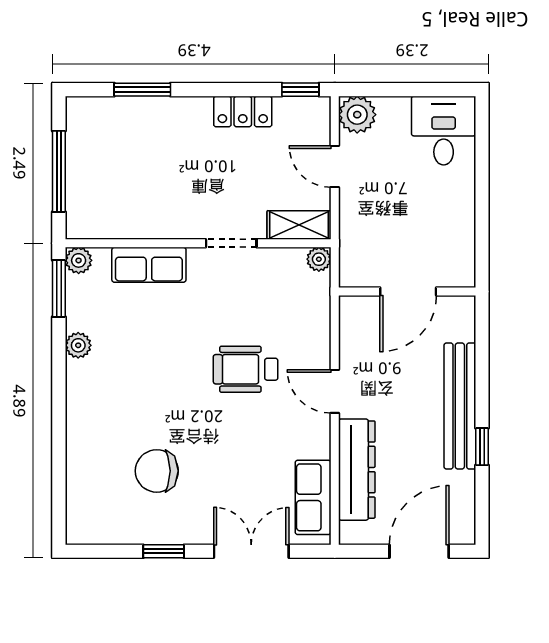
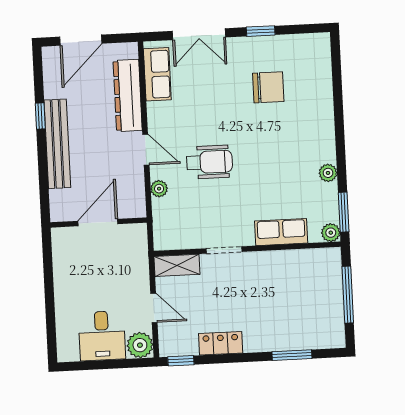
desk: (444, 131) -> (102, 336), moved
plant: (319, 259) -> (159, 189), moved

